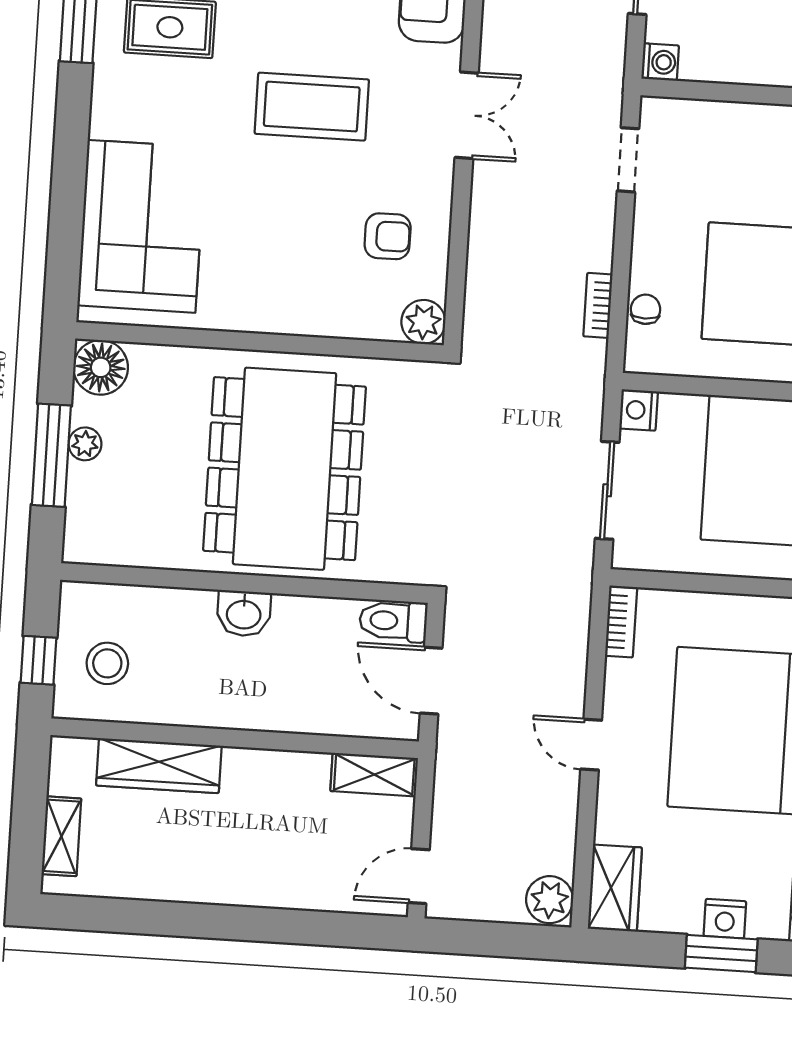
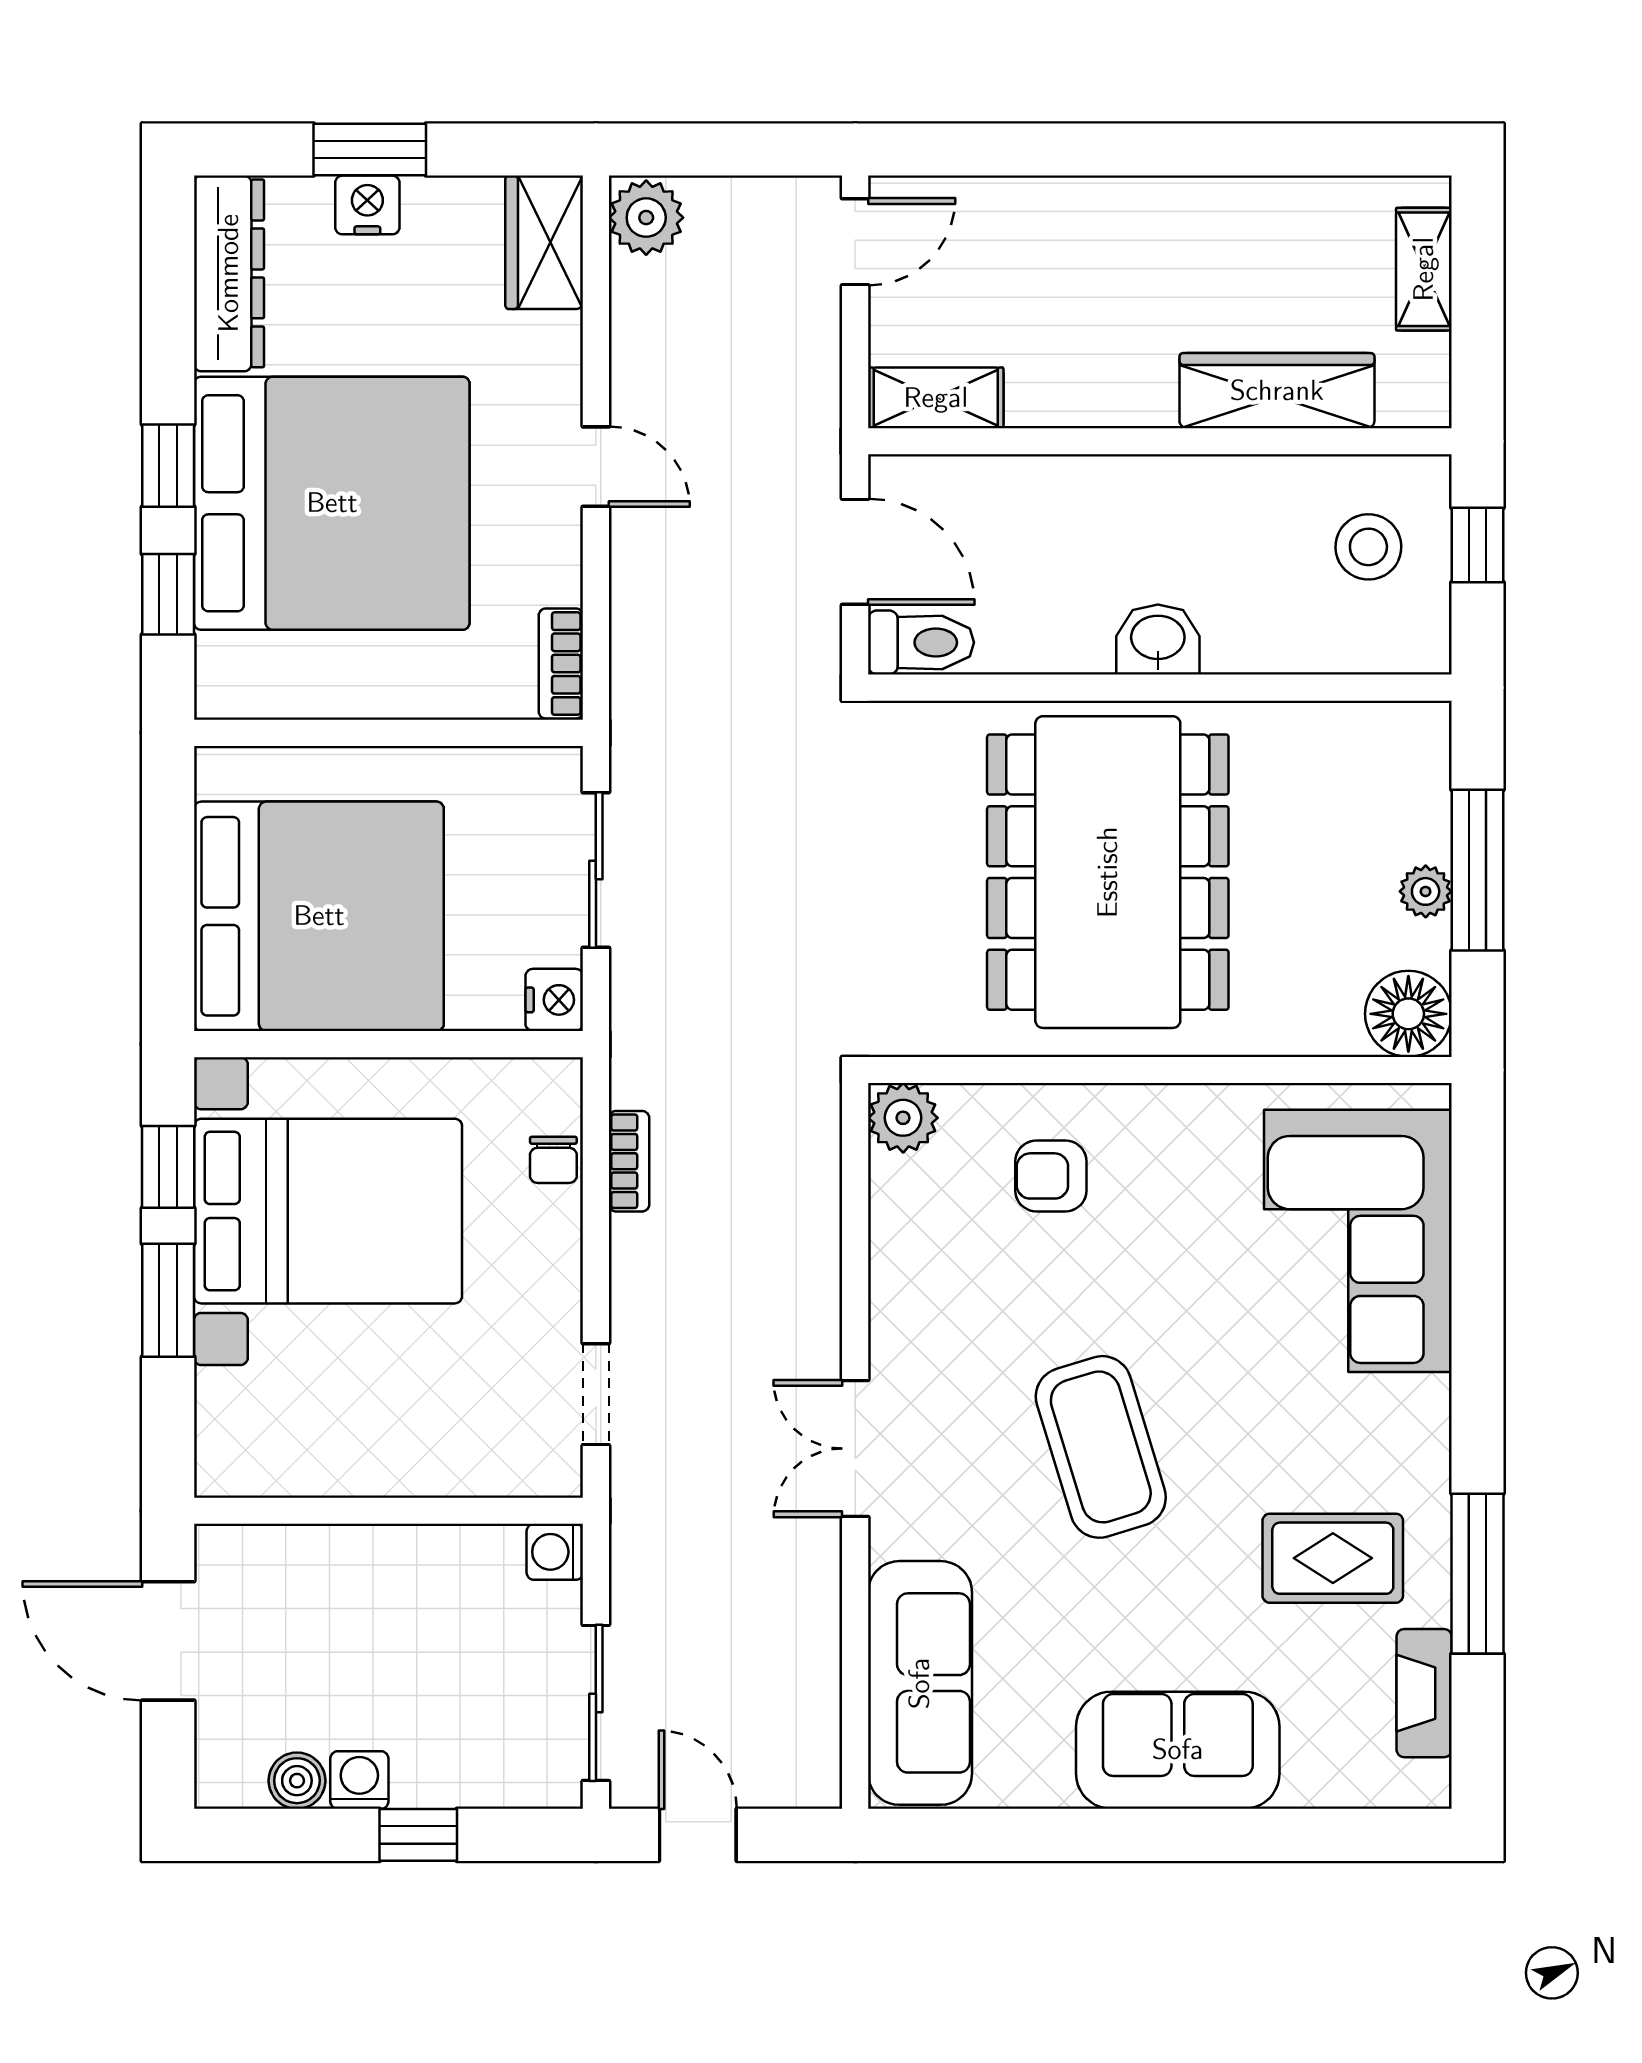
coffee table: (312, 107) -> (1101, 1447), turned 73
armchair: (388, 236) -> (1051, 1176), moved

